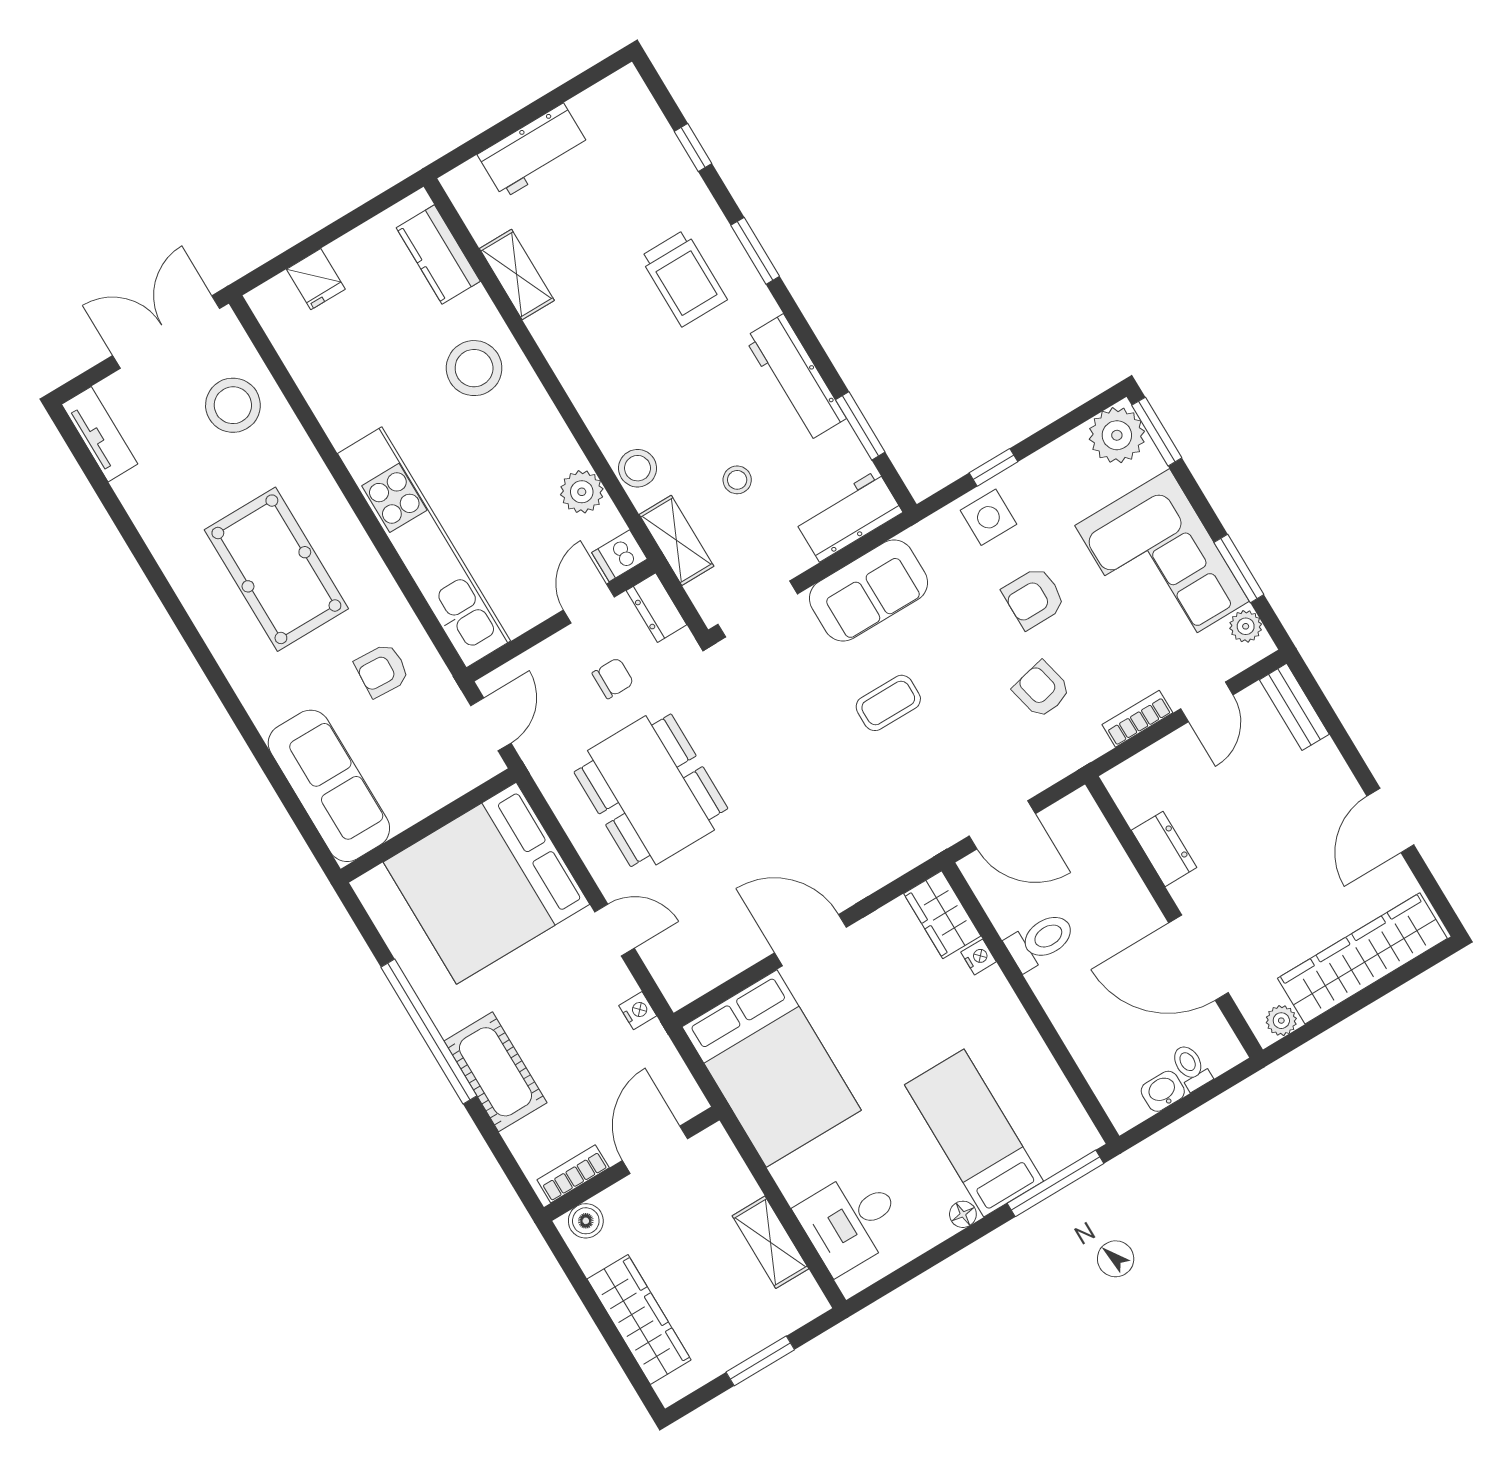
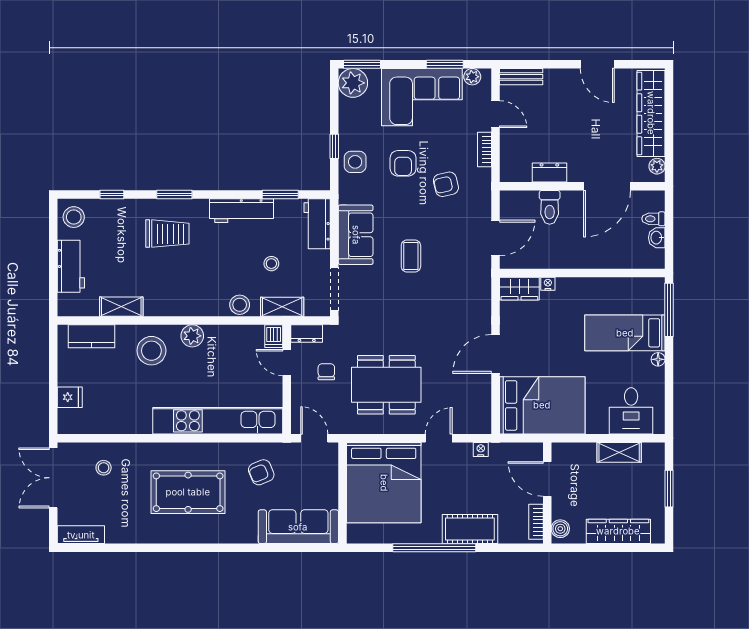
stool: (618, 107) -> (74, 217), added
stool: (233, 405) -> (104, 468), width x0.53, depth x0.53
plant: (582, 492) -> (192, 336), moved
armchair: (382, 670) -> (261, 472), turned 64
toilet: (1040, 941) -> (550, 207), moved, turned 180

